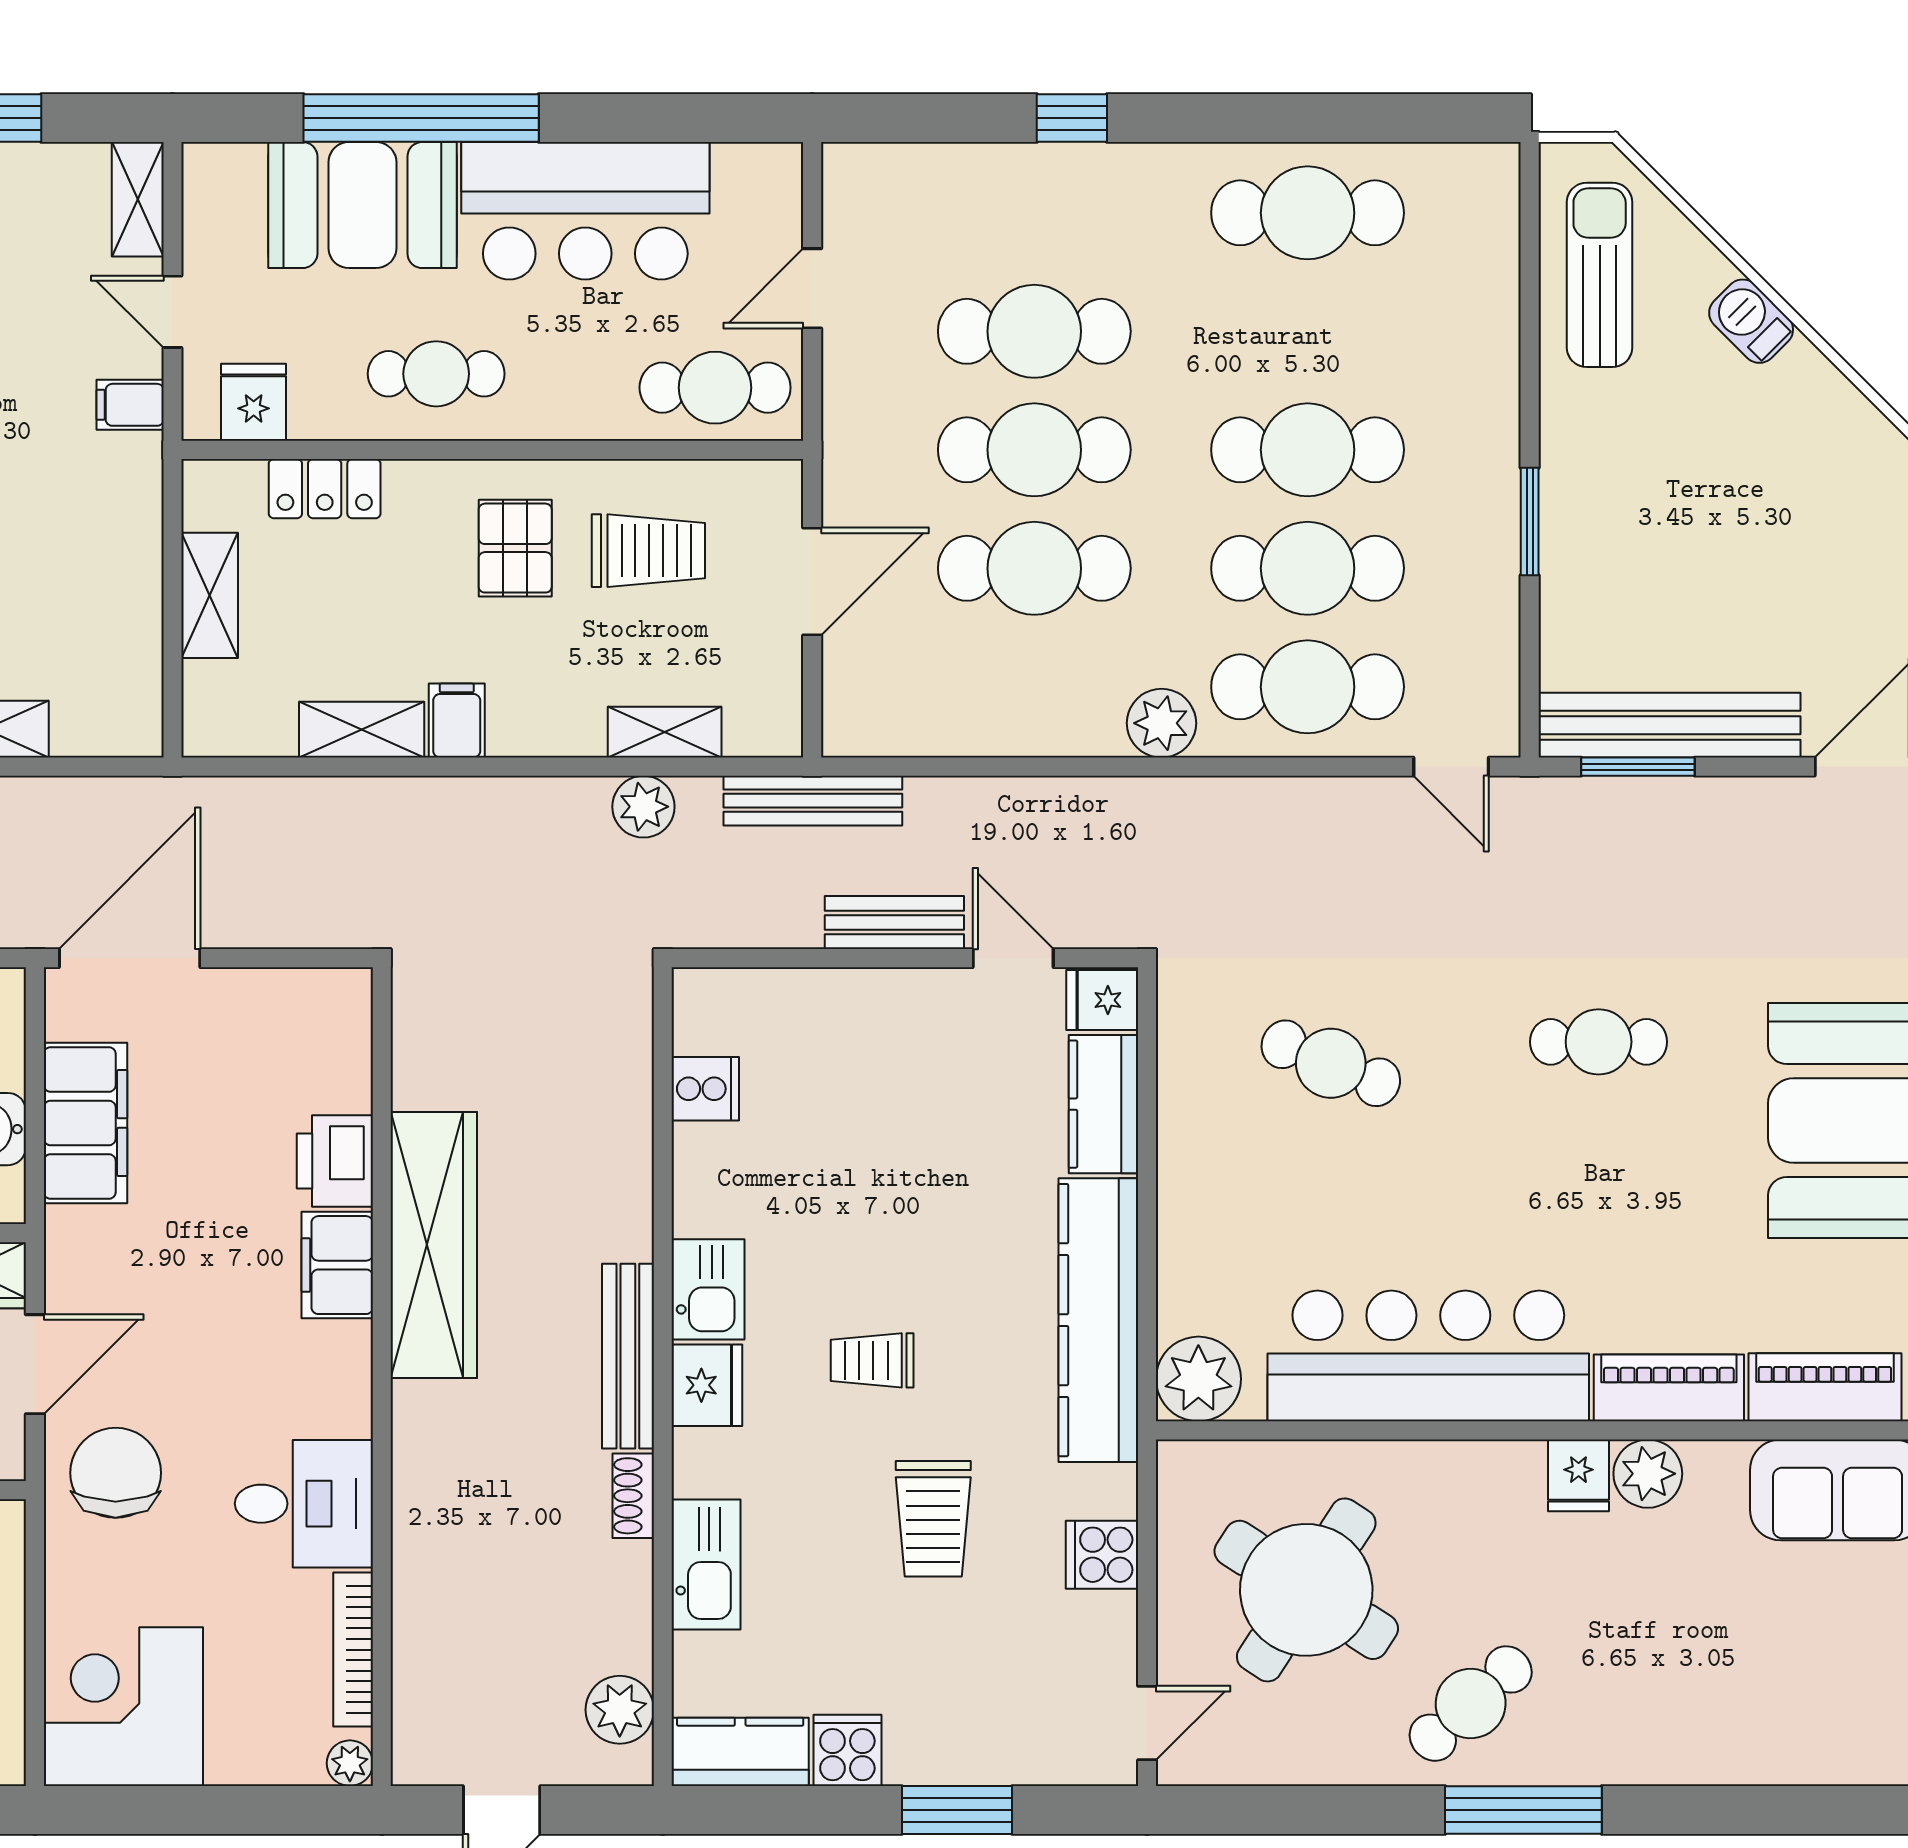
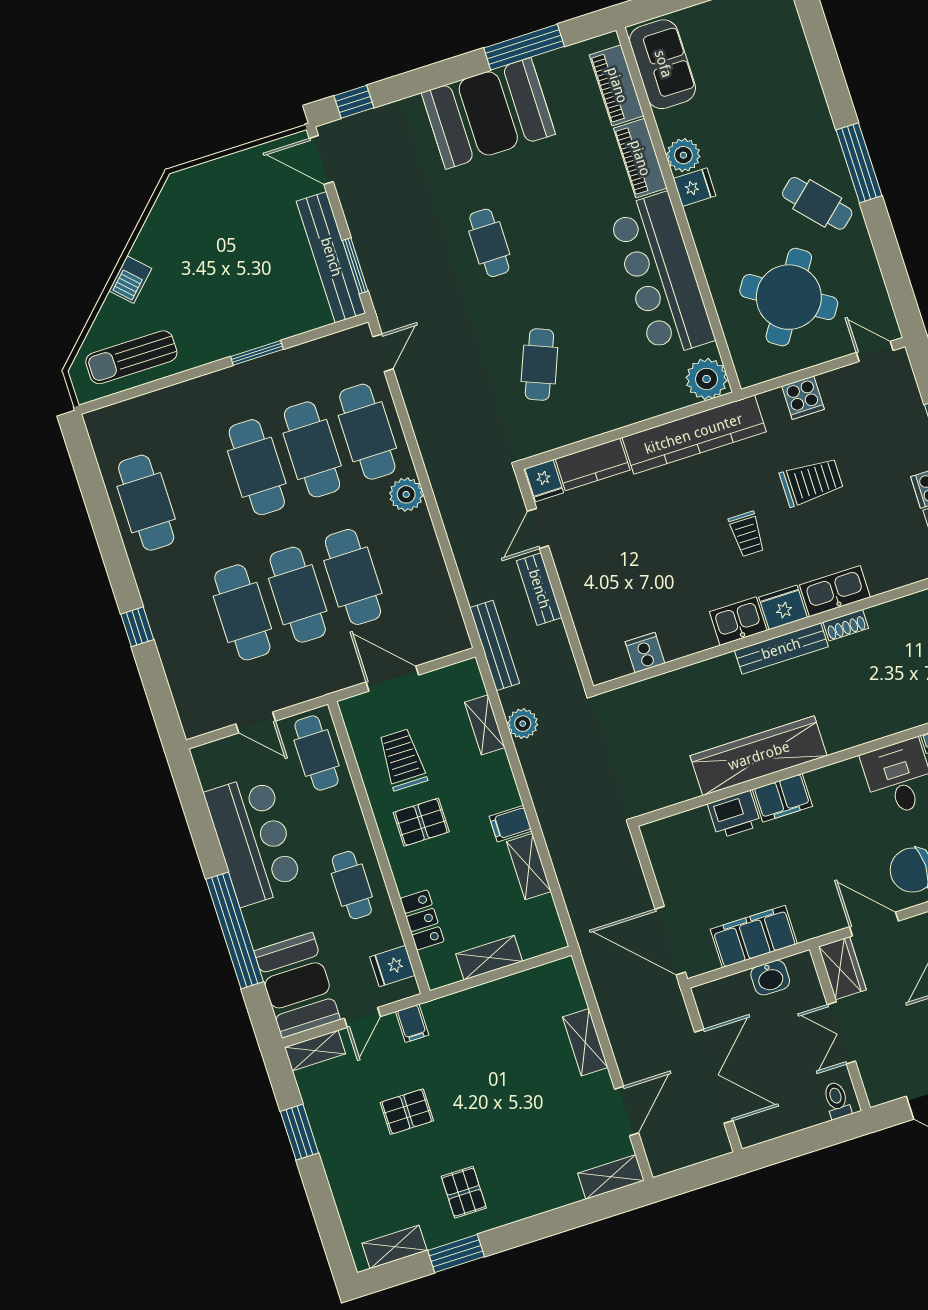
booth: (362, 205) -> (297, 985), moved
kitchen sink: (706, 1564) -> (835, 591), moved

